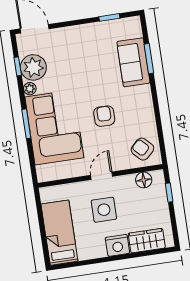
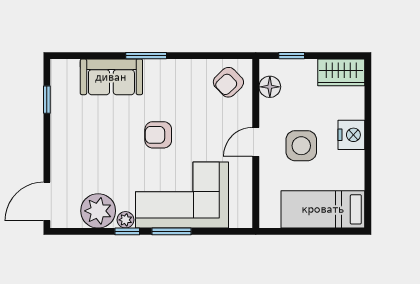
window: (149, 59) -> (146, 56), moved
window: (18, 66) -> (127, 231), moved
armchair: (104, 116) -> (158, 135), moved
door: (102, 176) -> (256, 142), hinge flipped
wardrobe: (147, 241) -> (341, 72), moved, turned -90

